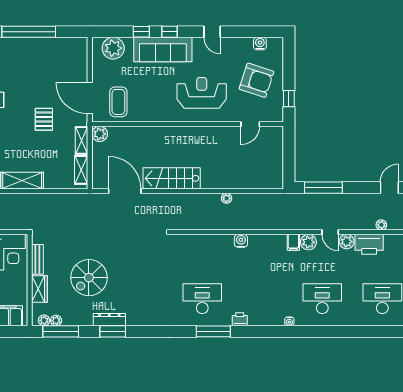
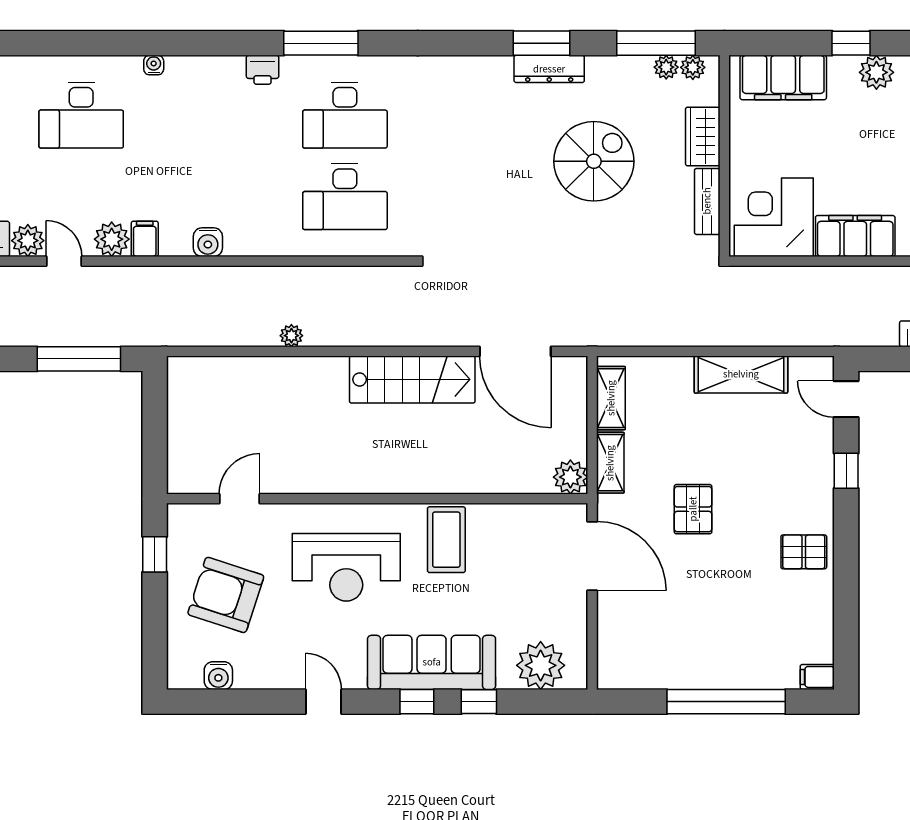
coffee table: (118, 102) -> (446, 540), moved
water cooler: (241, 241) -> (208, 242), moved
desk: (202, 262) -> (345, 197), added

